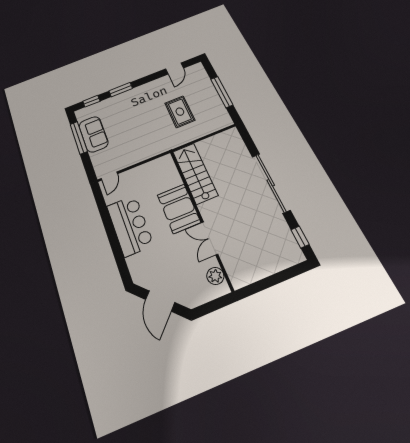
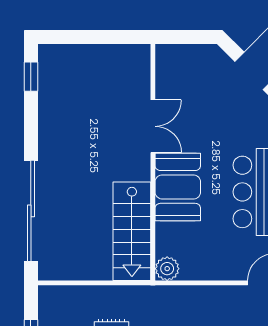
sliding door: (271, 183) -> (31, 211), moved
plant: (215, 276) -> (167, 269), moved

